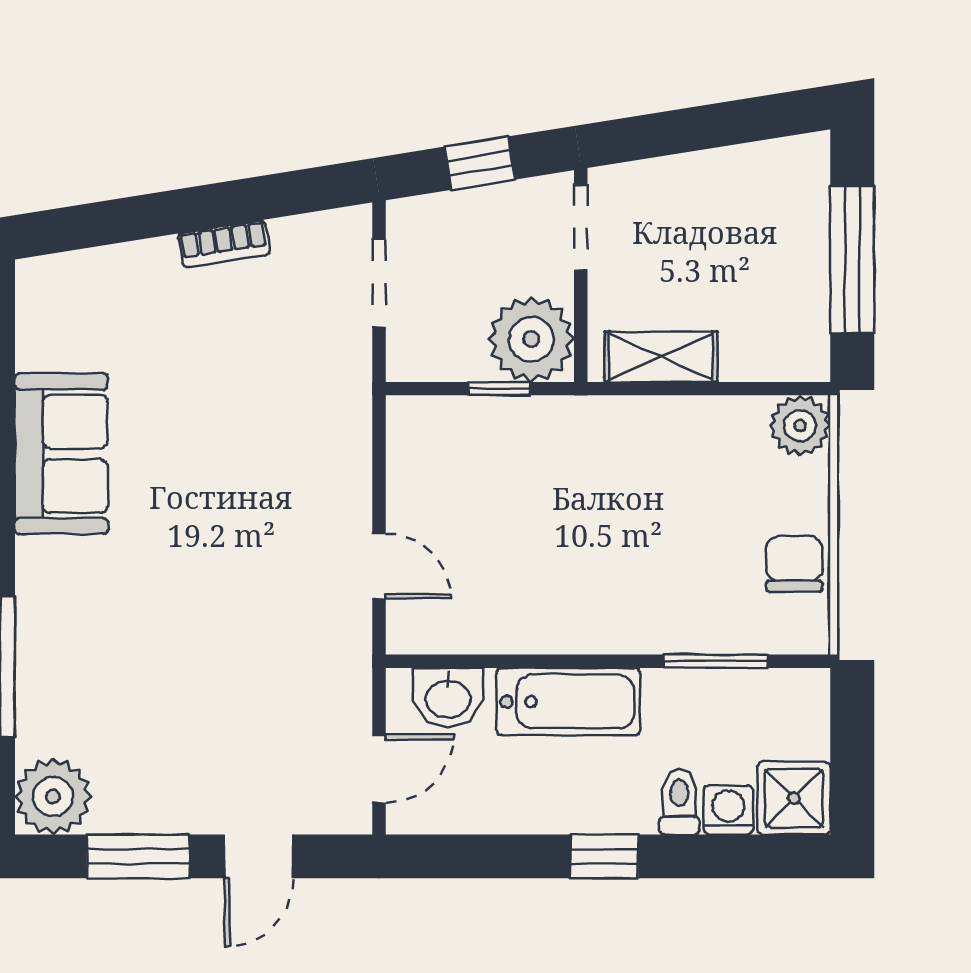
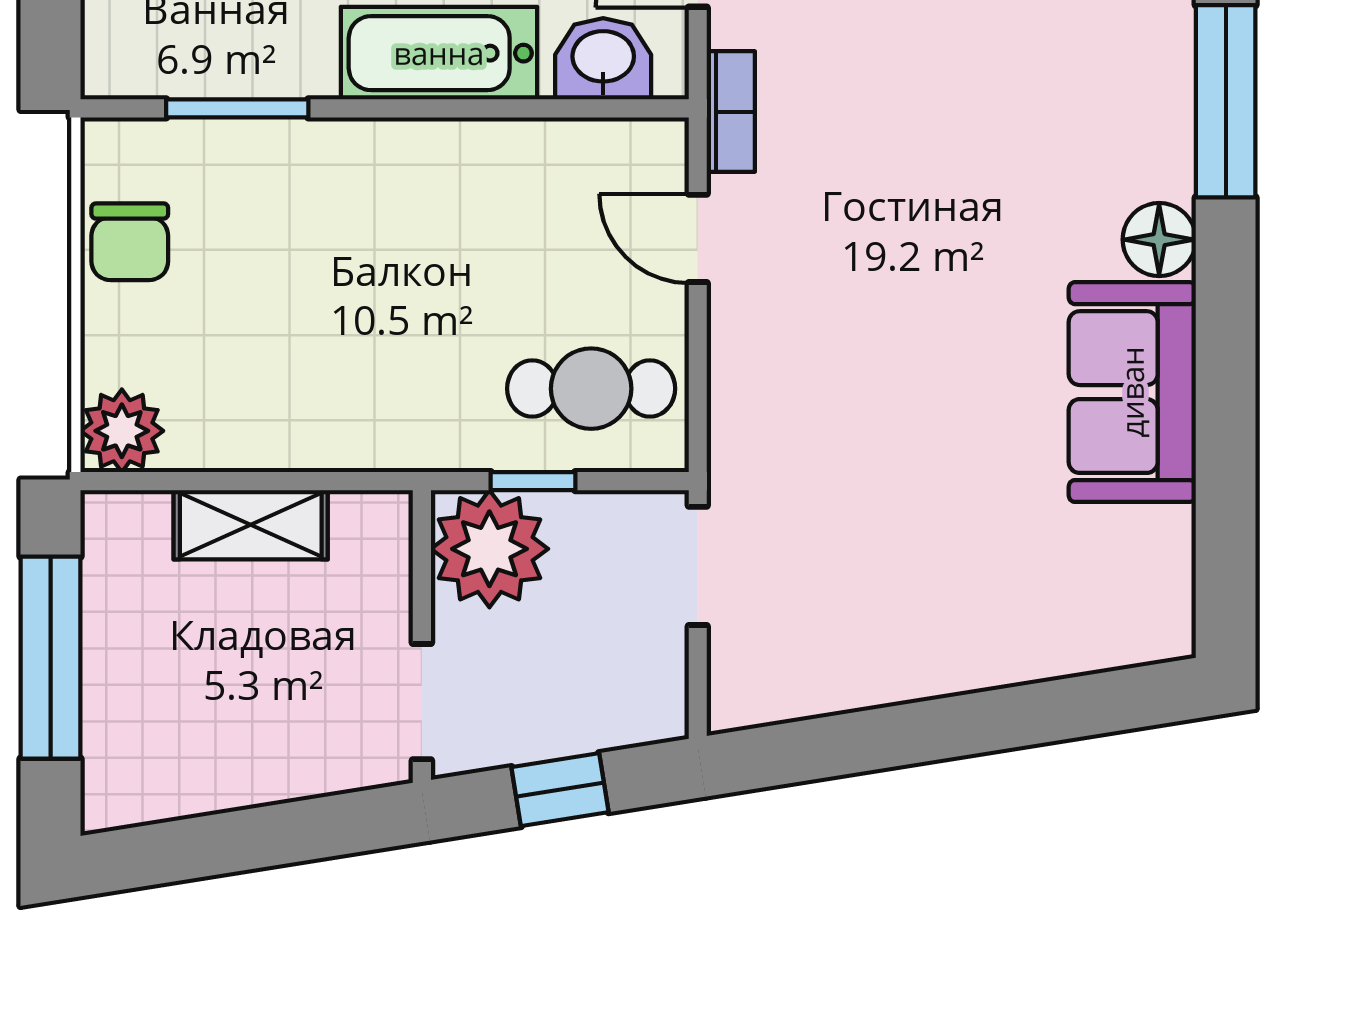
bookcase: (224, 244) -> (731, 112), moved, turned 99
doorway: (379, 283) -> (698, 566), moved
shelving: (661, 357) -> (251, 525), moved
cafe table: (457, 456) -> (591, 389), added
floor lamp: (42, 565) -> (1159, 240), added

